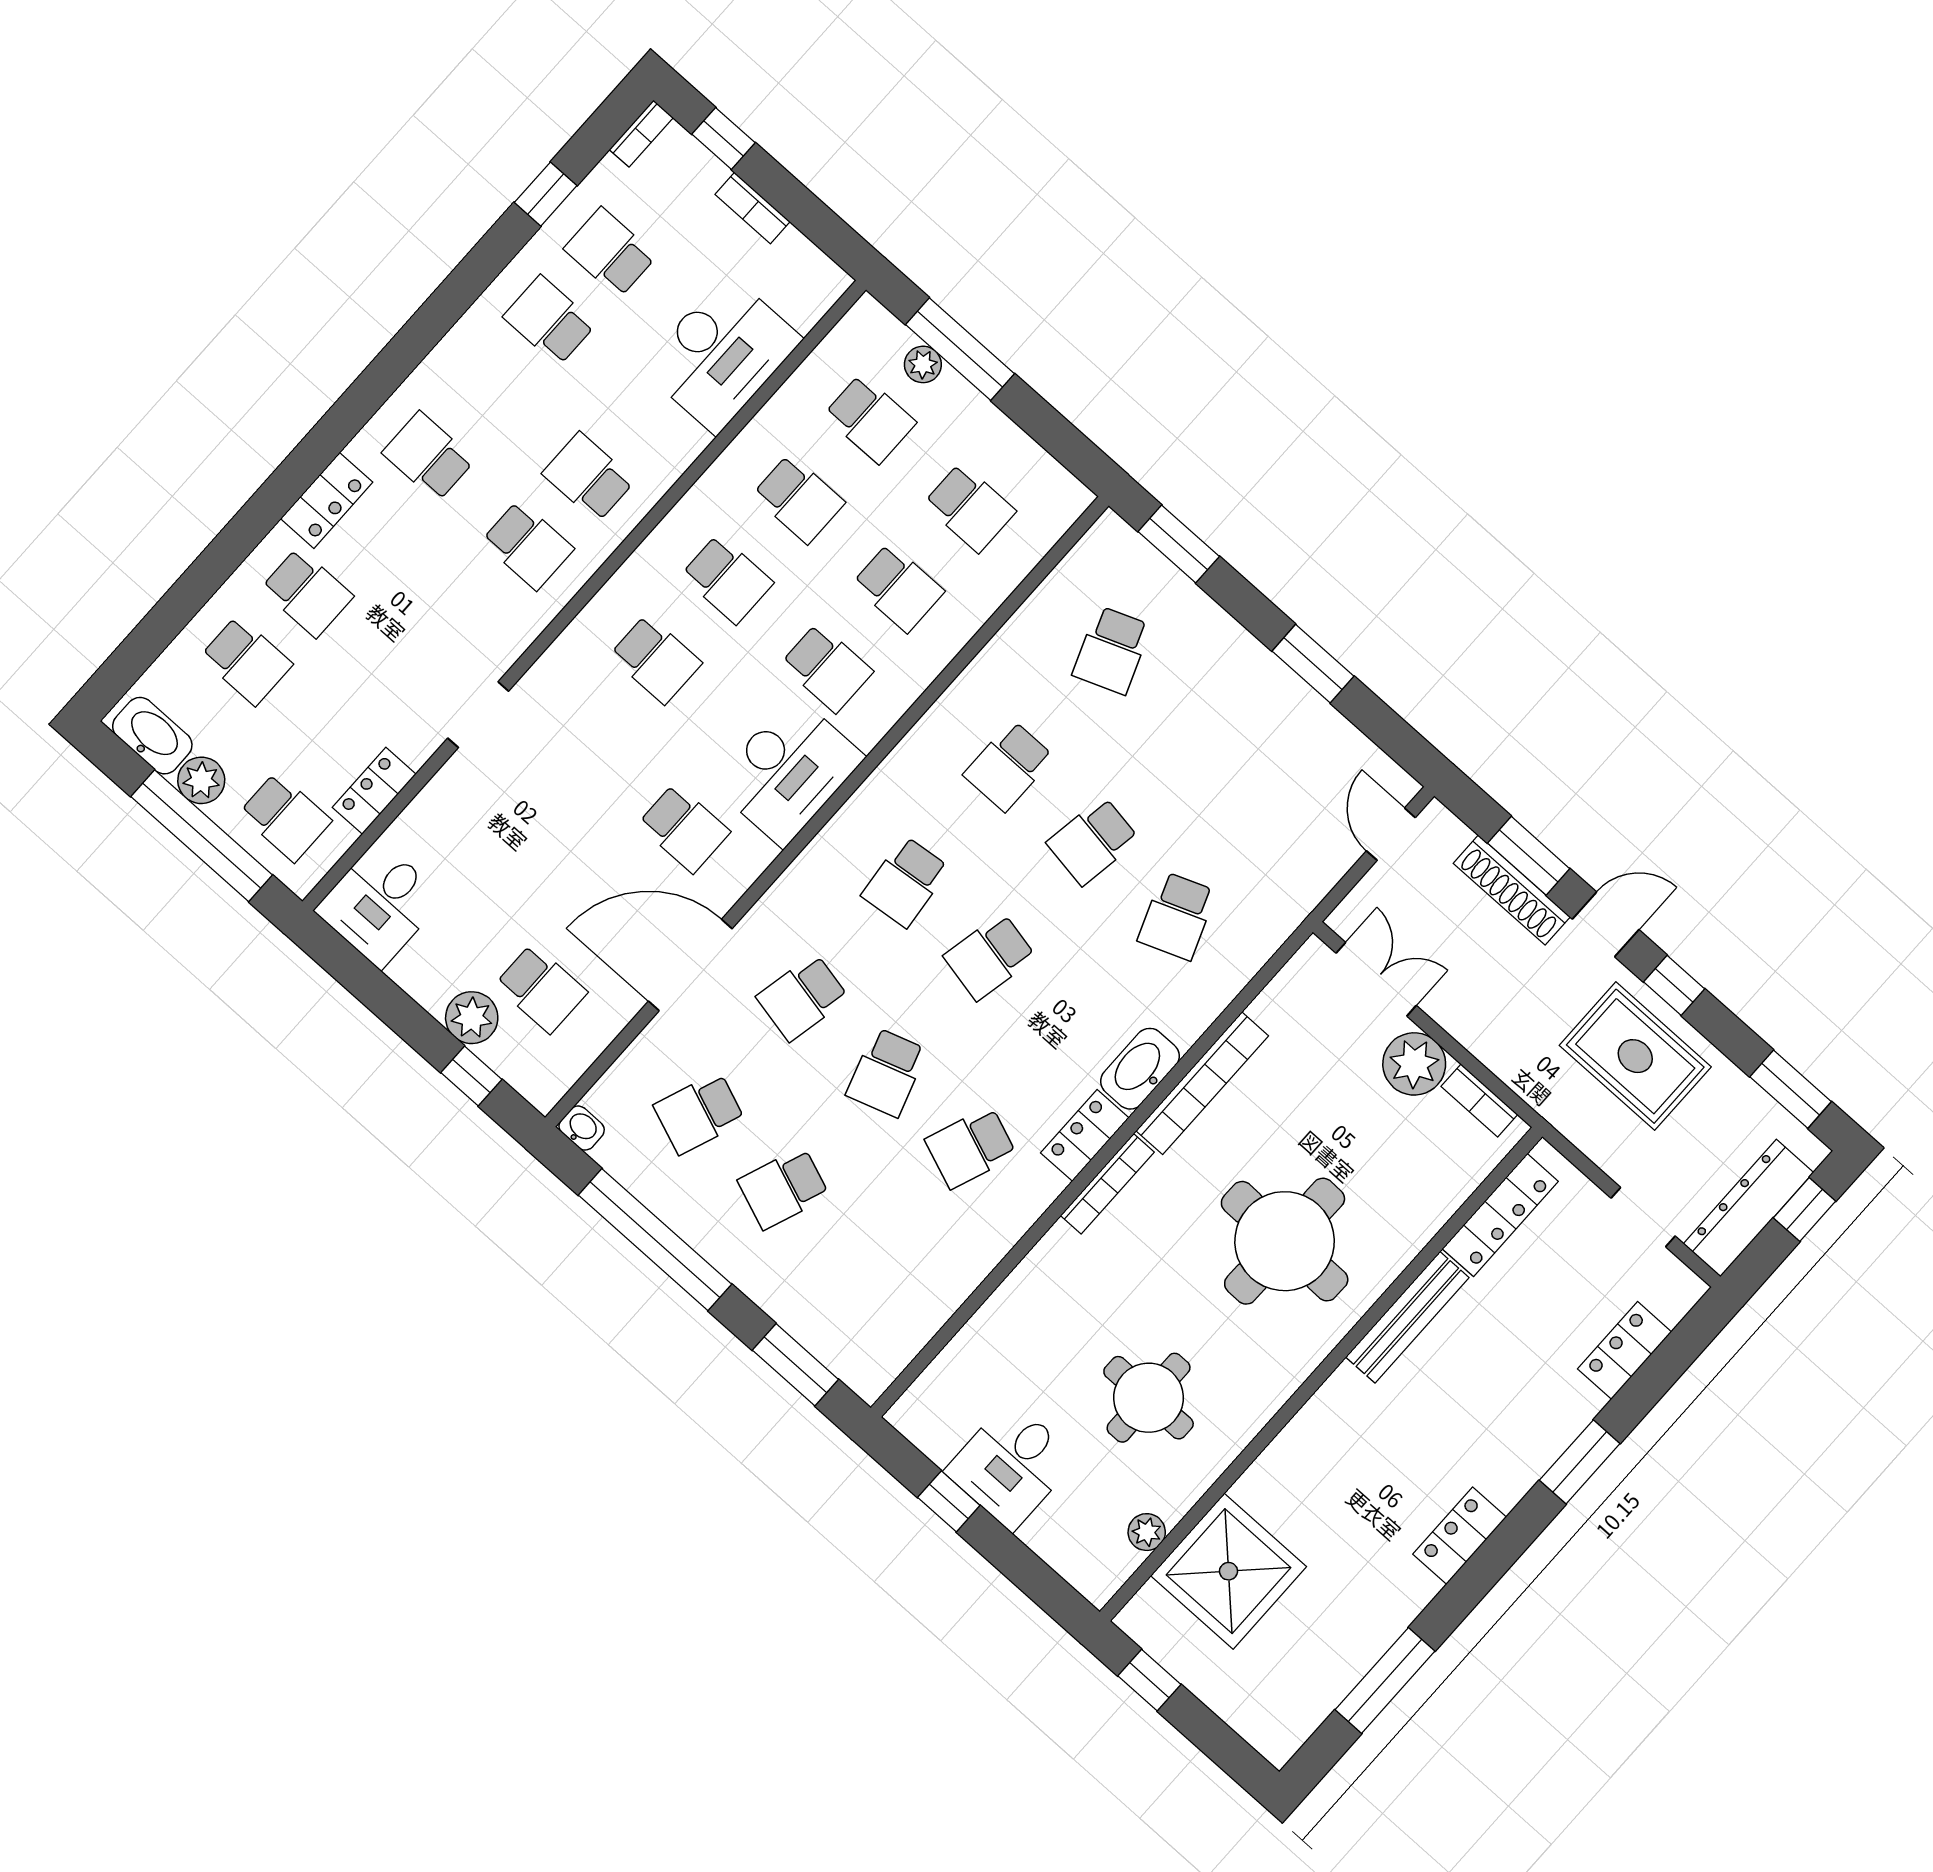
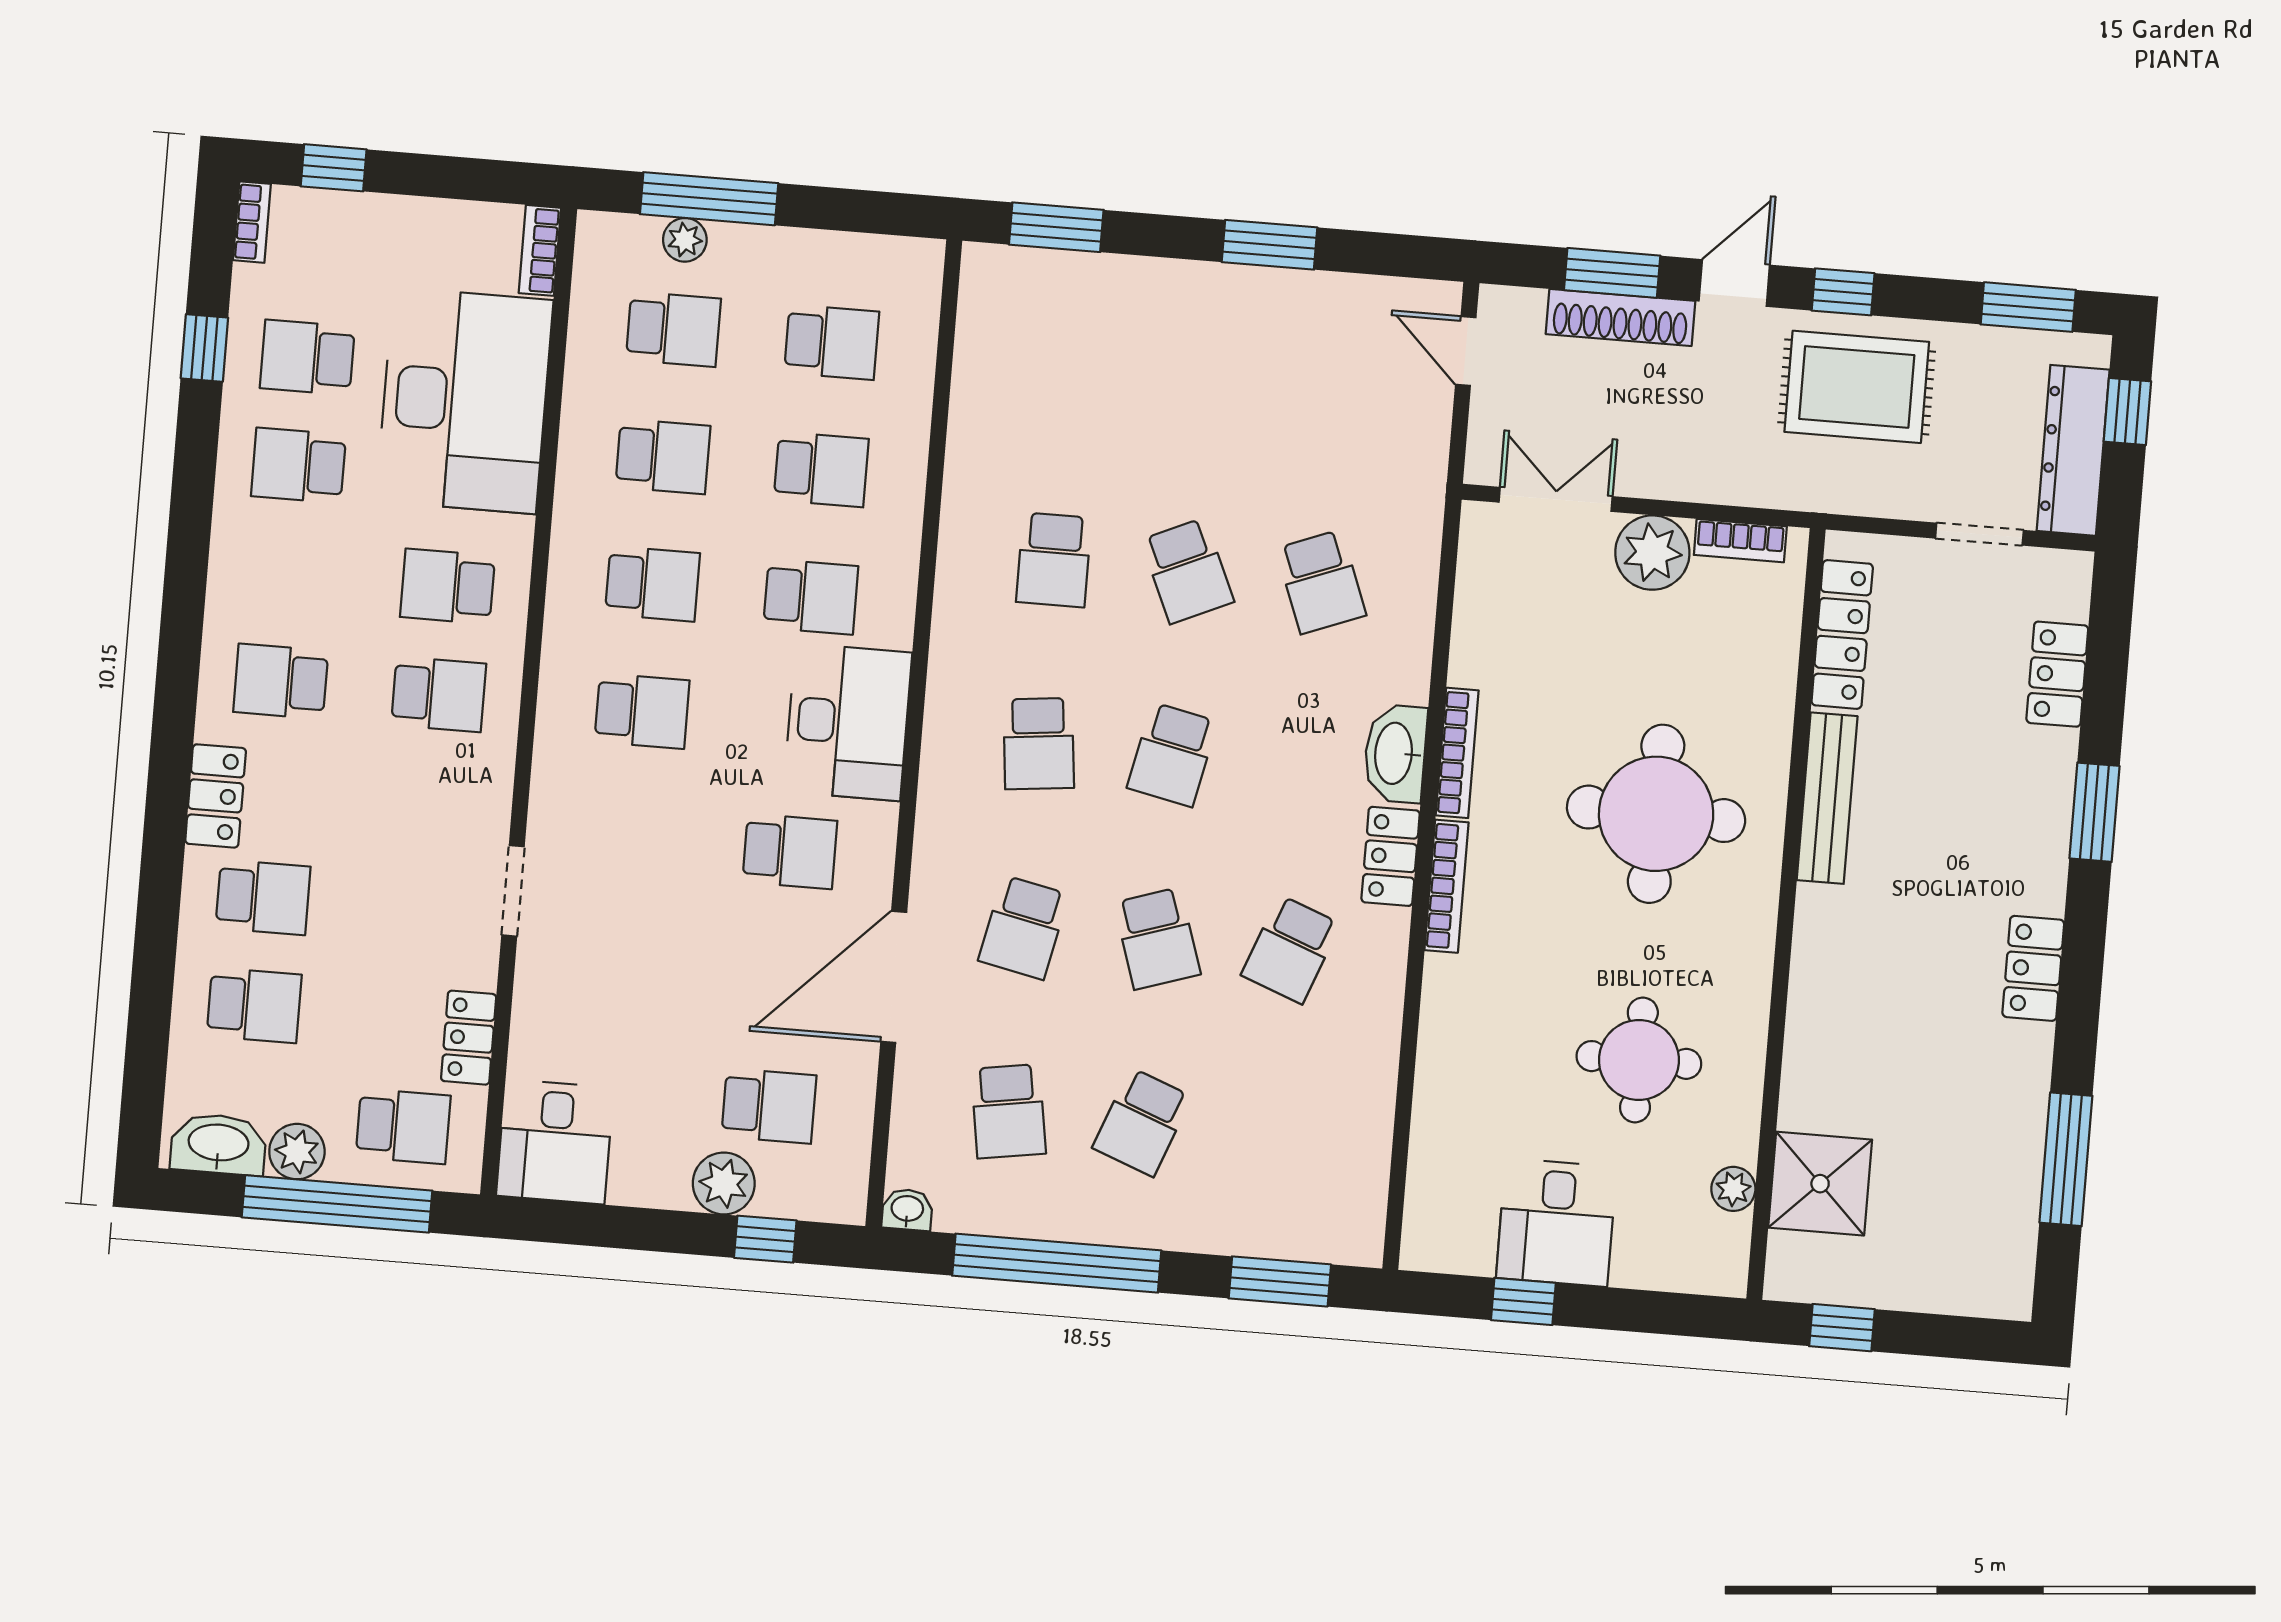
bookcase: (753, 208) -> (540, 250), moved, turned 90
desk: (721, 353) -> (465, 401), width x1.36, depth x1.30
school desk: (1112, 650) -> (1069, 376), removed
school desk: (1093, 841) -> (1187, 571), turned -33
bookcase: (1202, 1083) -> (1457, 753), width x0.68, depth x0.76
school desk: (699, 1113) -> (1008, 1111), turned -30
shower: (1229, 1571) -> (1820, 1184), width x0.73, depth x0.73

